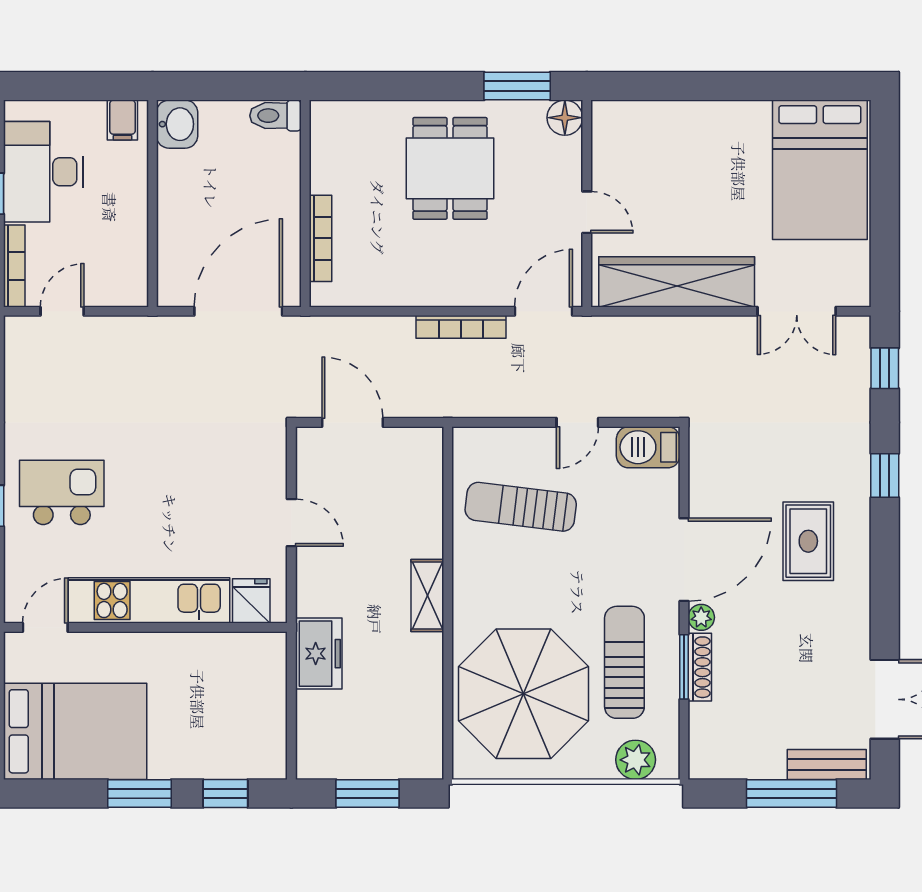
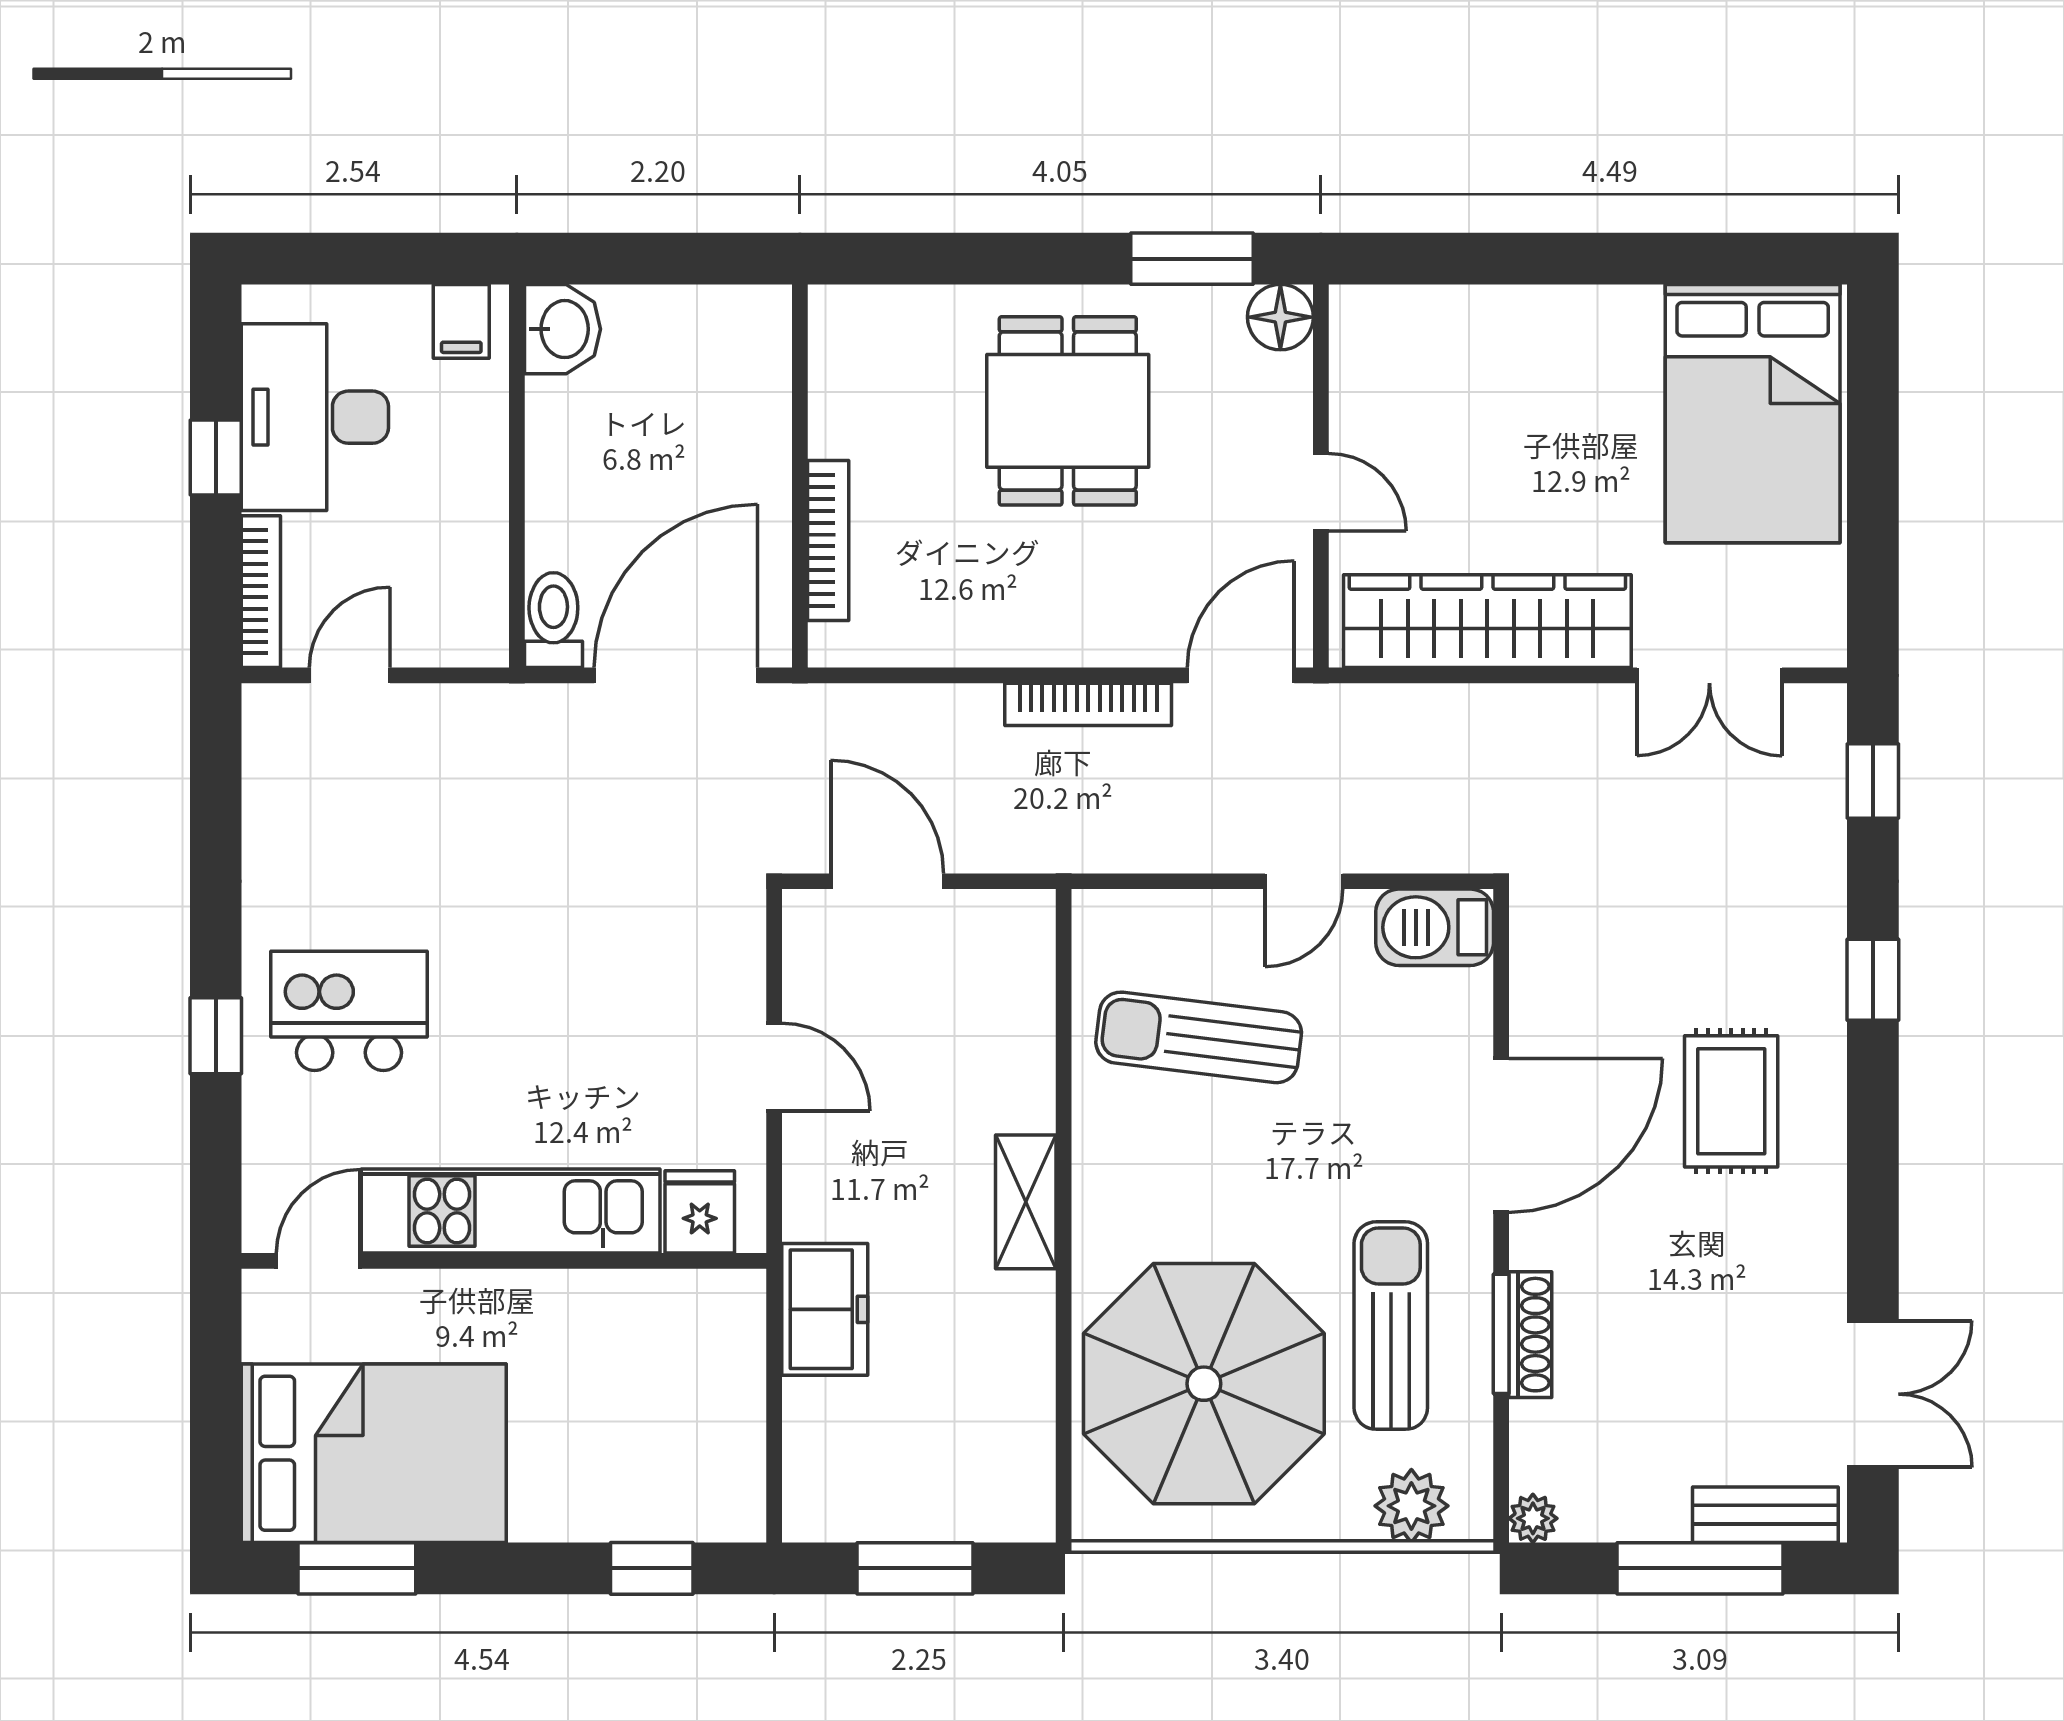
toilet: (275, 116) -> (553, 620), moved, turned 90
plant: (701, 617) -> (1533, 1518), moved
window: (140, 793) -> (357, 1568), moved

